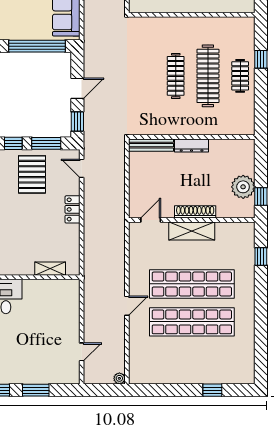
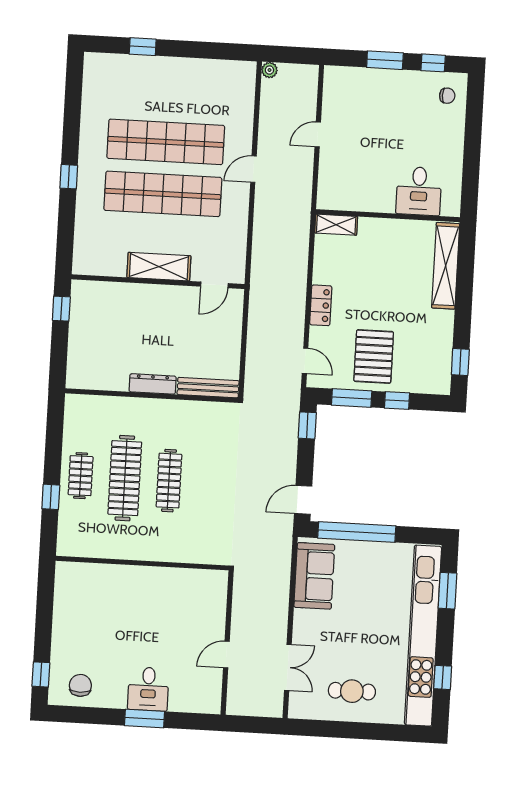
door: (77, 88) -> (303, 500), moved
plant: (243, 187) -> (85, 323), removed
shoe rack: (195, 212) -> (153, 293), removed
window: (261, 257) -> (69, 177), moved
shelving: (50, 269) -> (336, 225), moved
door: (82, 352) -> (318, 134), moved

